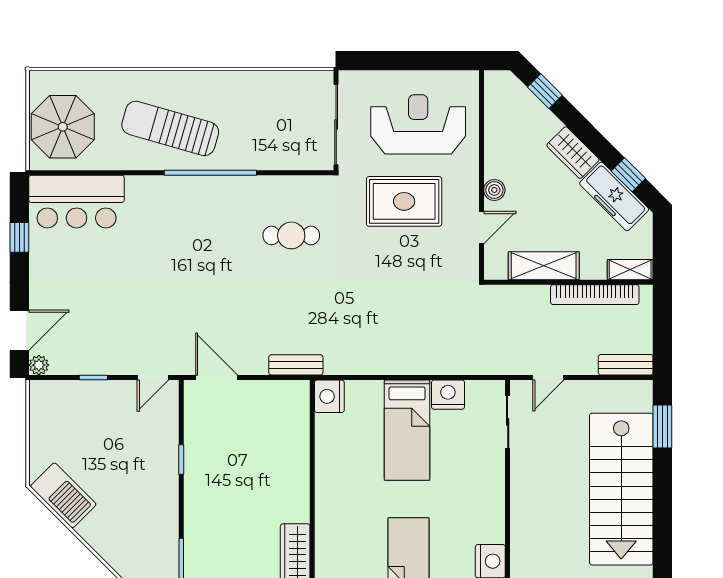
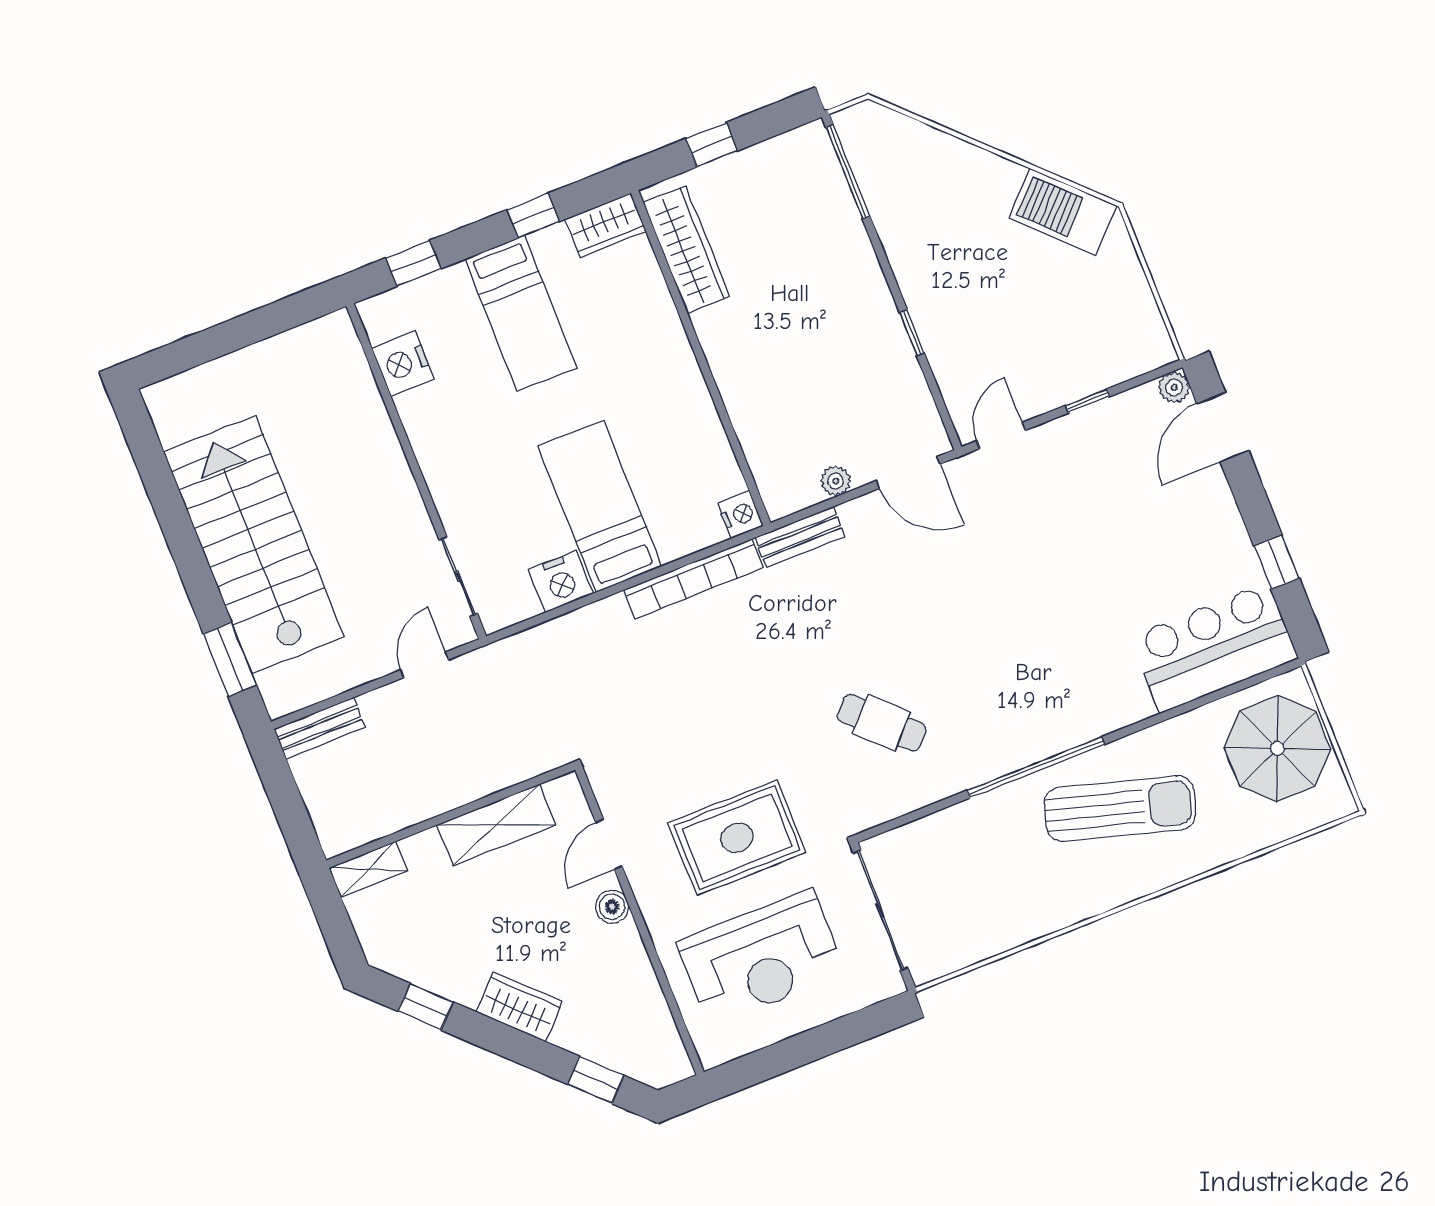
freezer: (614, 196) -> (434, 967), removed
cafe table: (291, 235) -> (882, 723), turned 44
bookcase: (595, 295) -> (693, 579), moved, turned 180
plant: (261, 389) -> (836, 481), added
nightstand: (329, 396) -> (740, 515), width x0.74, depth x0.75

